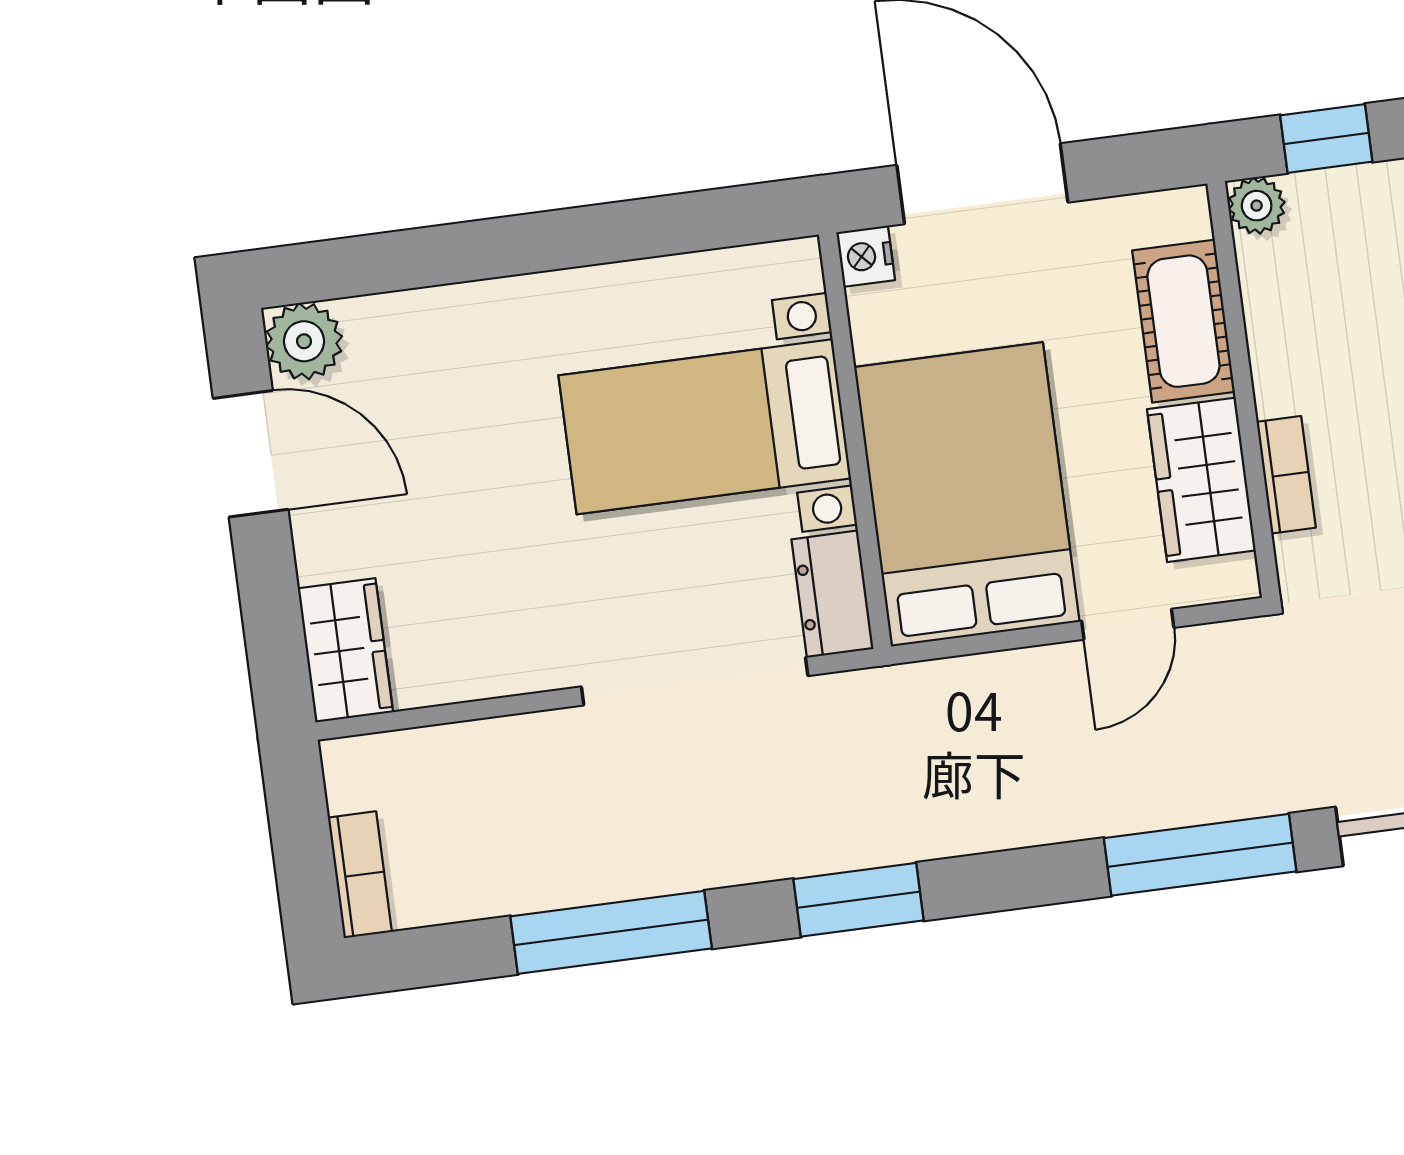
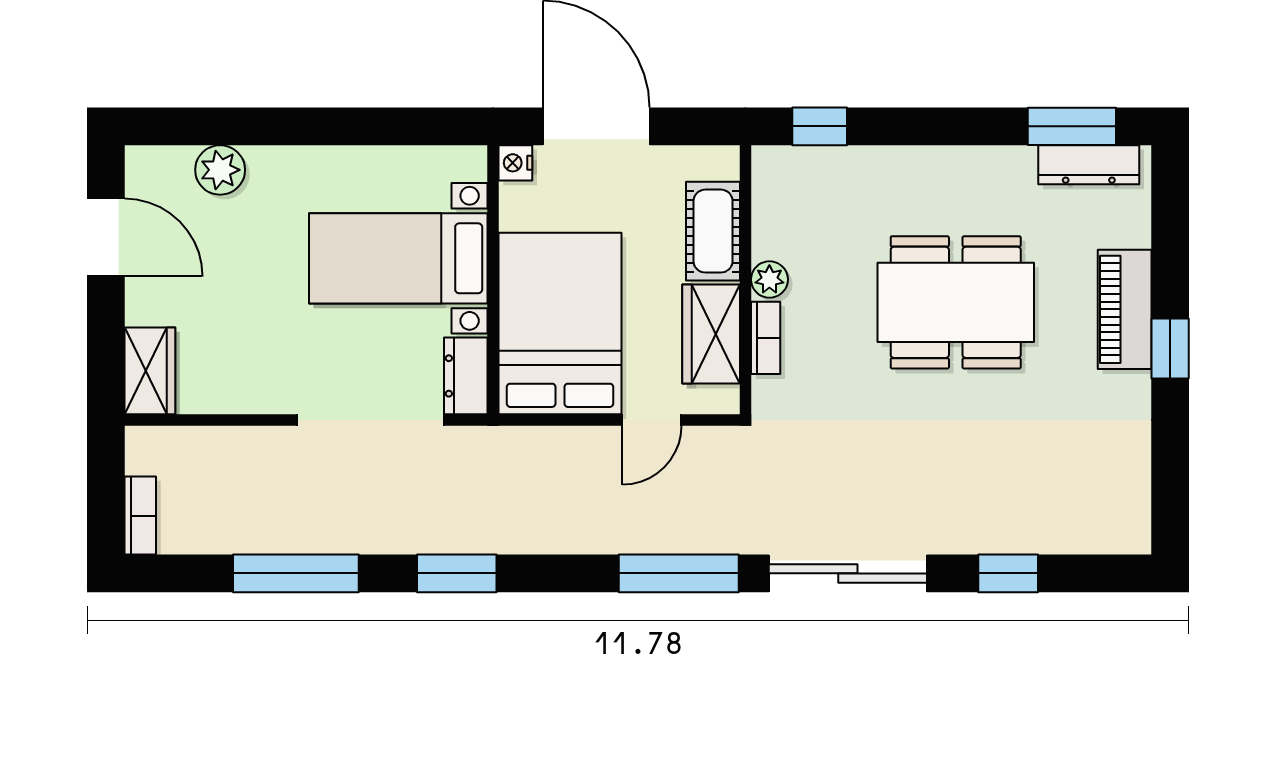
plant: (1257, 206) -> (769, 279), moved
plant: (304, 341) -> (220, 170), moved

